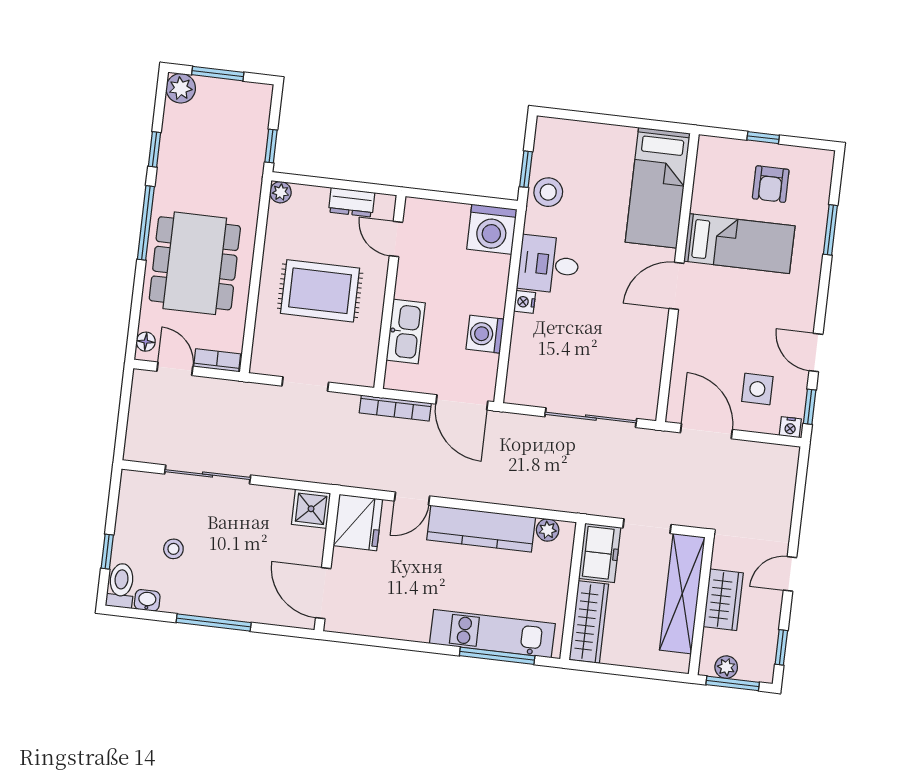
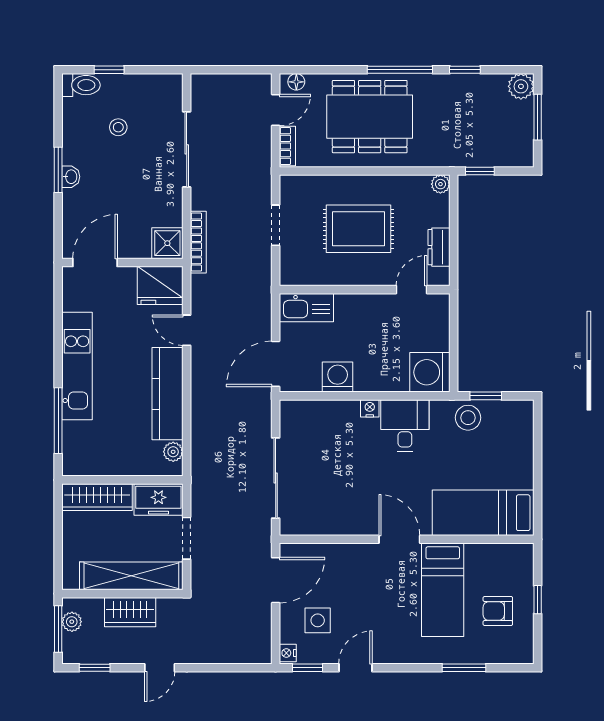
rug: (320, 291) -> (359, 229), turned 90
kitchen sink: (406, 332) -> (306, 308), moved
bookcase: (395, 408) -> (198, 242), moved, turned 180
door: (790, 574) -> (160, 668), swing flipped
washbasin: (147, 600) -> (71, 177), moved
window: (214, 623) -> (58, 170), width x0.69
kitchen unit: (492, 634) -> (77, 366), moved

